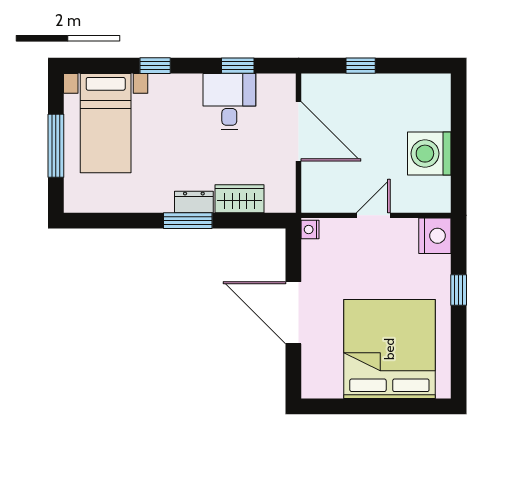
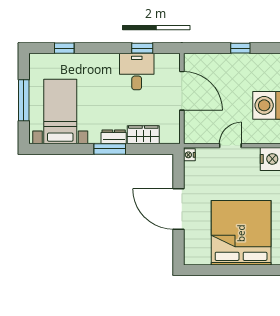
window: (155, 66) -> (64, 48), moved
window: (361, 66) -> (240, 48), moved
bed with nightstands: (106, 123) -> (60, 112), moved, turned 180

